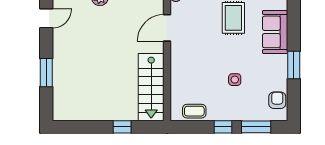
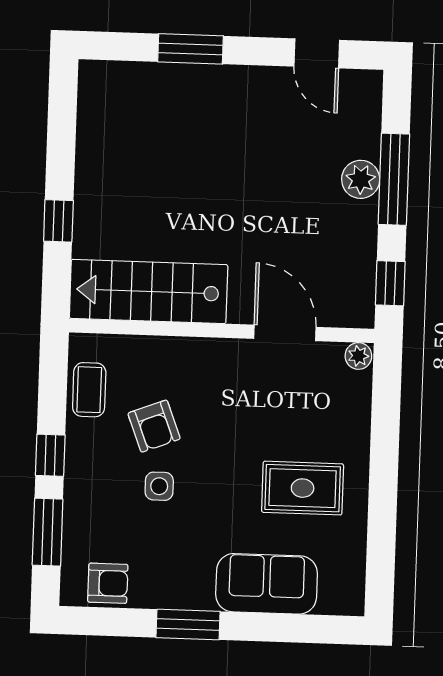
armchair: (209, 83) -> (154, 426), added

